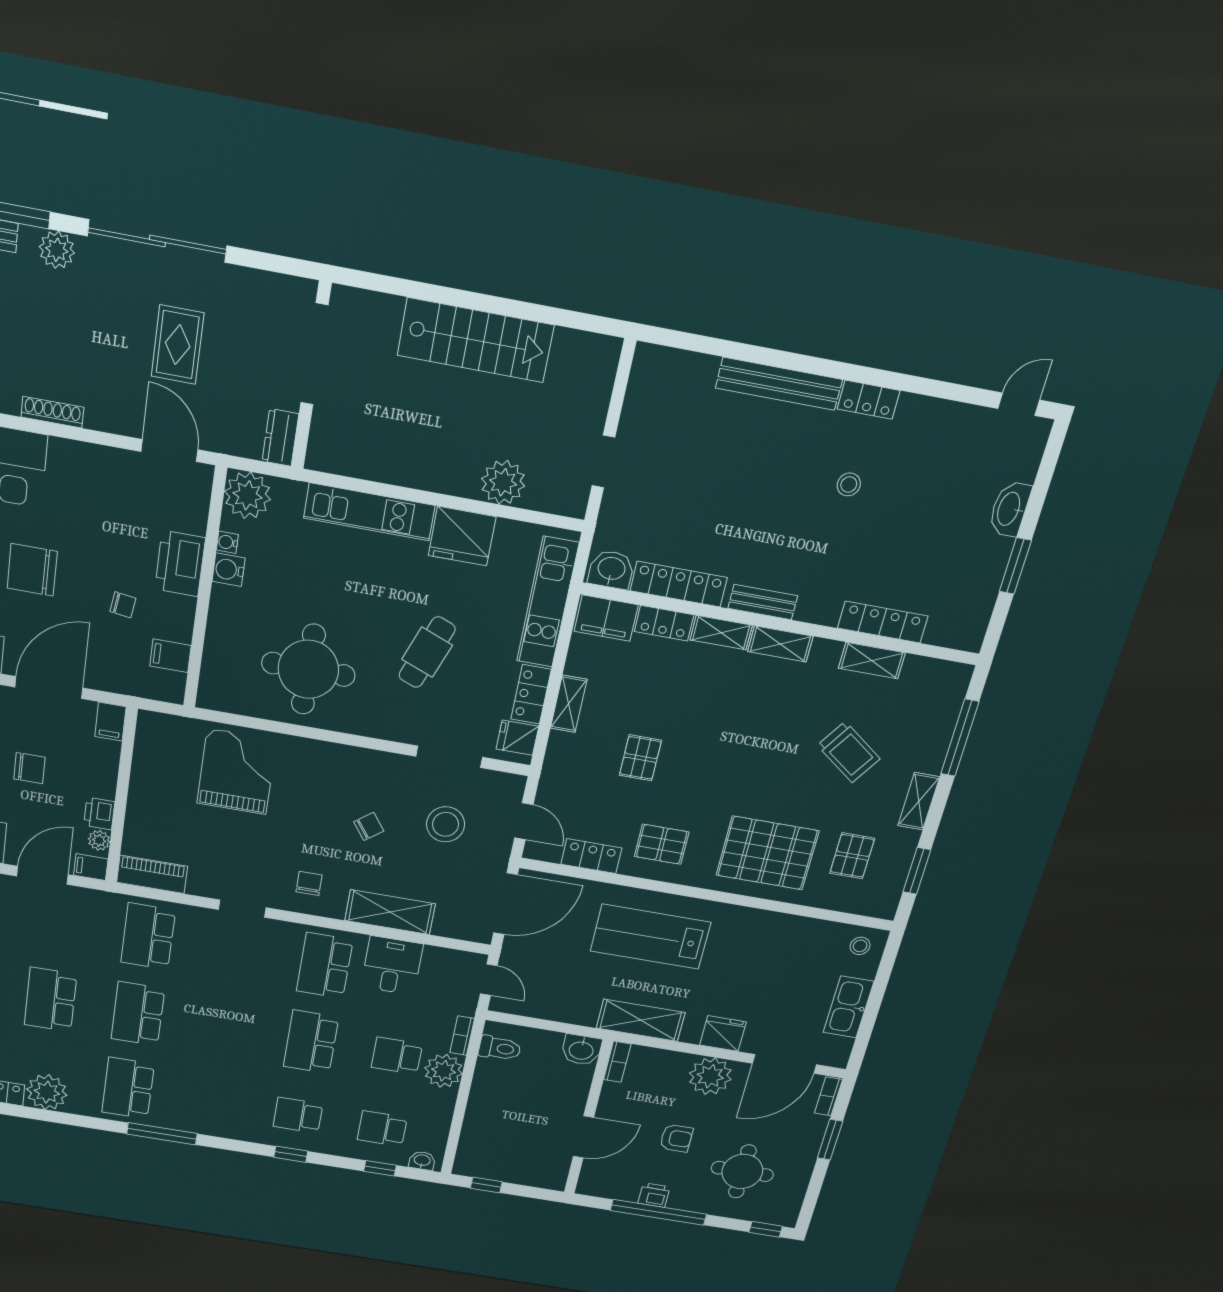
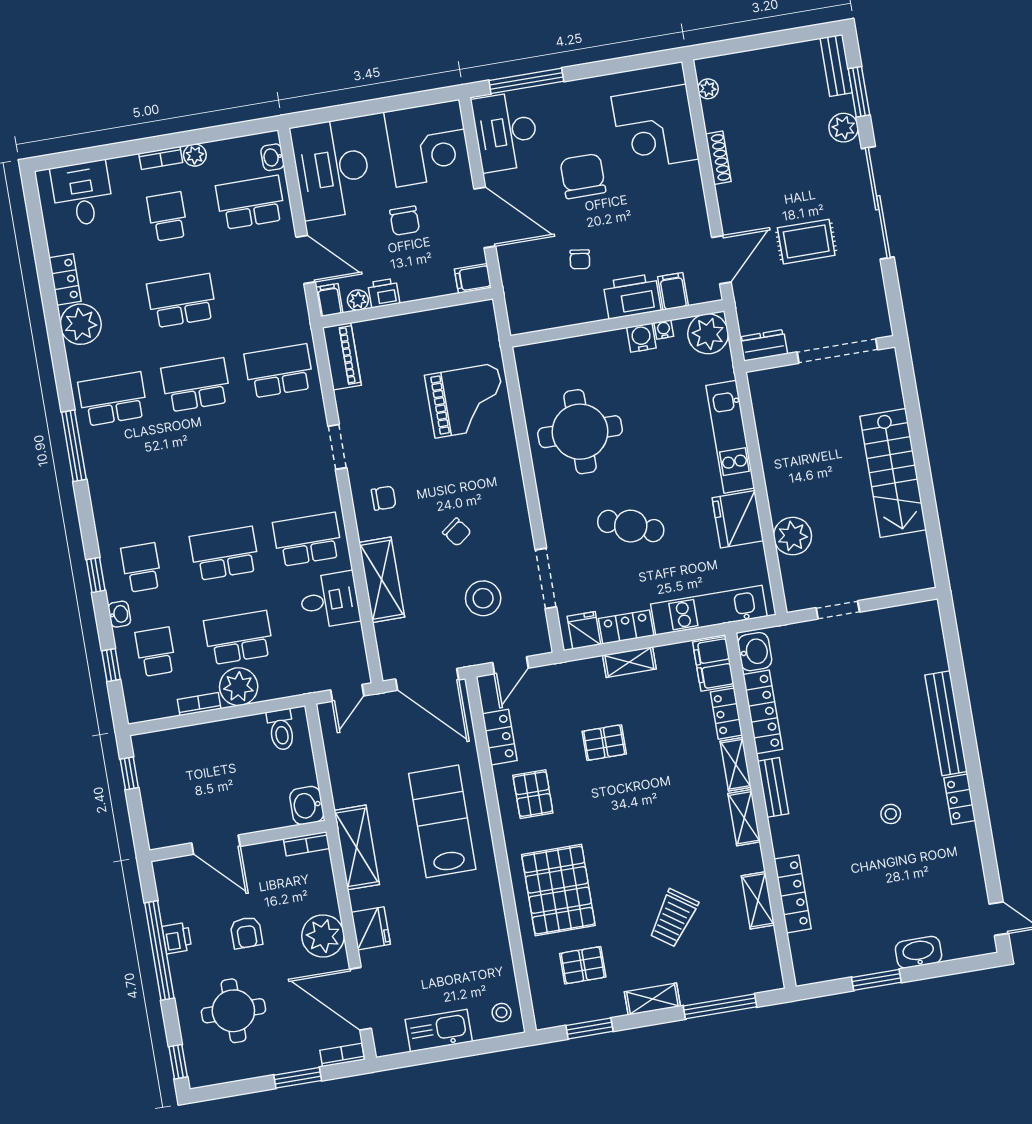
filing cabinet: (170, 656) -> (673, 291), moved
bookcase: (462, 1036) -> (199, 704), moved
school desk: (397, 1056) -> (239, 638), width x1.85
washbasin: (422, 1161) -> (119, 614), moved

